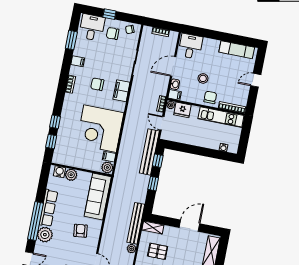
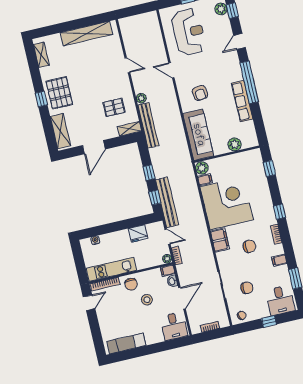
chair: (113, 33) -> (247, 288), moved
door: (256, 80) -> (89, 303), moved
filing cabinet: (121, 91) -> (220, 240), moved
fridge: (182, 110) -> (138, 233), moved, turned 180
window: (55, 122) -> (279, 212), moved
water cooler: (59, 172) -> (248, 142), removed
plant: (45, 235) -> (234, 73), removed

